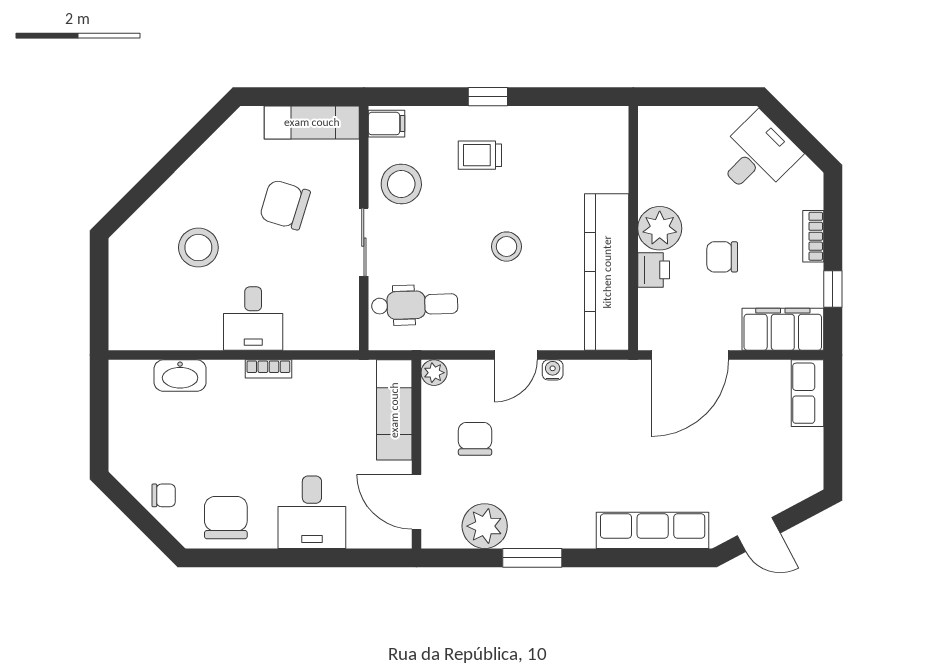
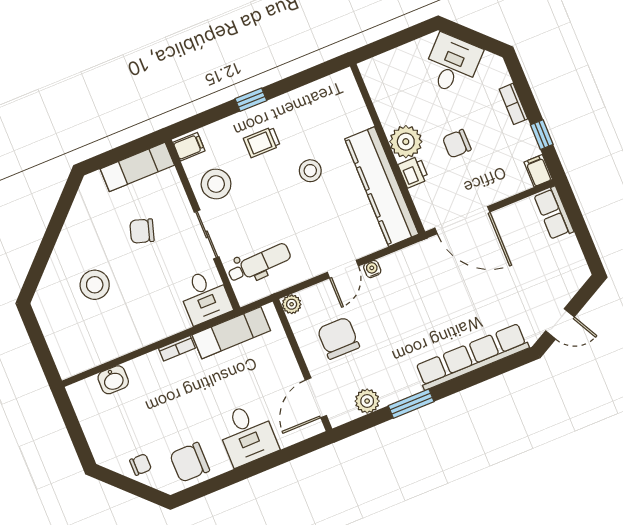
chair: (285, 205) -> (142, 231), width x0.73, depth x0.73
stool: (507, 247) -> (310, 171), moved
desk: (253, 319) -> (205, 297), moved
filing cabinet: (783, 329) -> (538, 171), width x0.33, depth x0.86
door: (690, 355) -> (462, 220), hinge flipped
washbasin: (180, 376) -> (113, 380), width x0.72
exam couch: (394, 410) -> (231, 333), moved, turned -90
chair: (475, 439) -> (338, 338), width x1.37, depth x1.37
door: (416, 502) -> (316, 398), hinge flipped
chair: (226, 518) -> (190, 462), turned -90
plant: (485, 526) -> (367, 401), width x0.73, depth x0.73
row of seats: (653, 530) -> (472, 357), width x1.36

